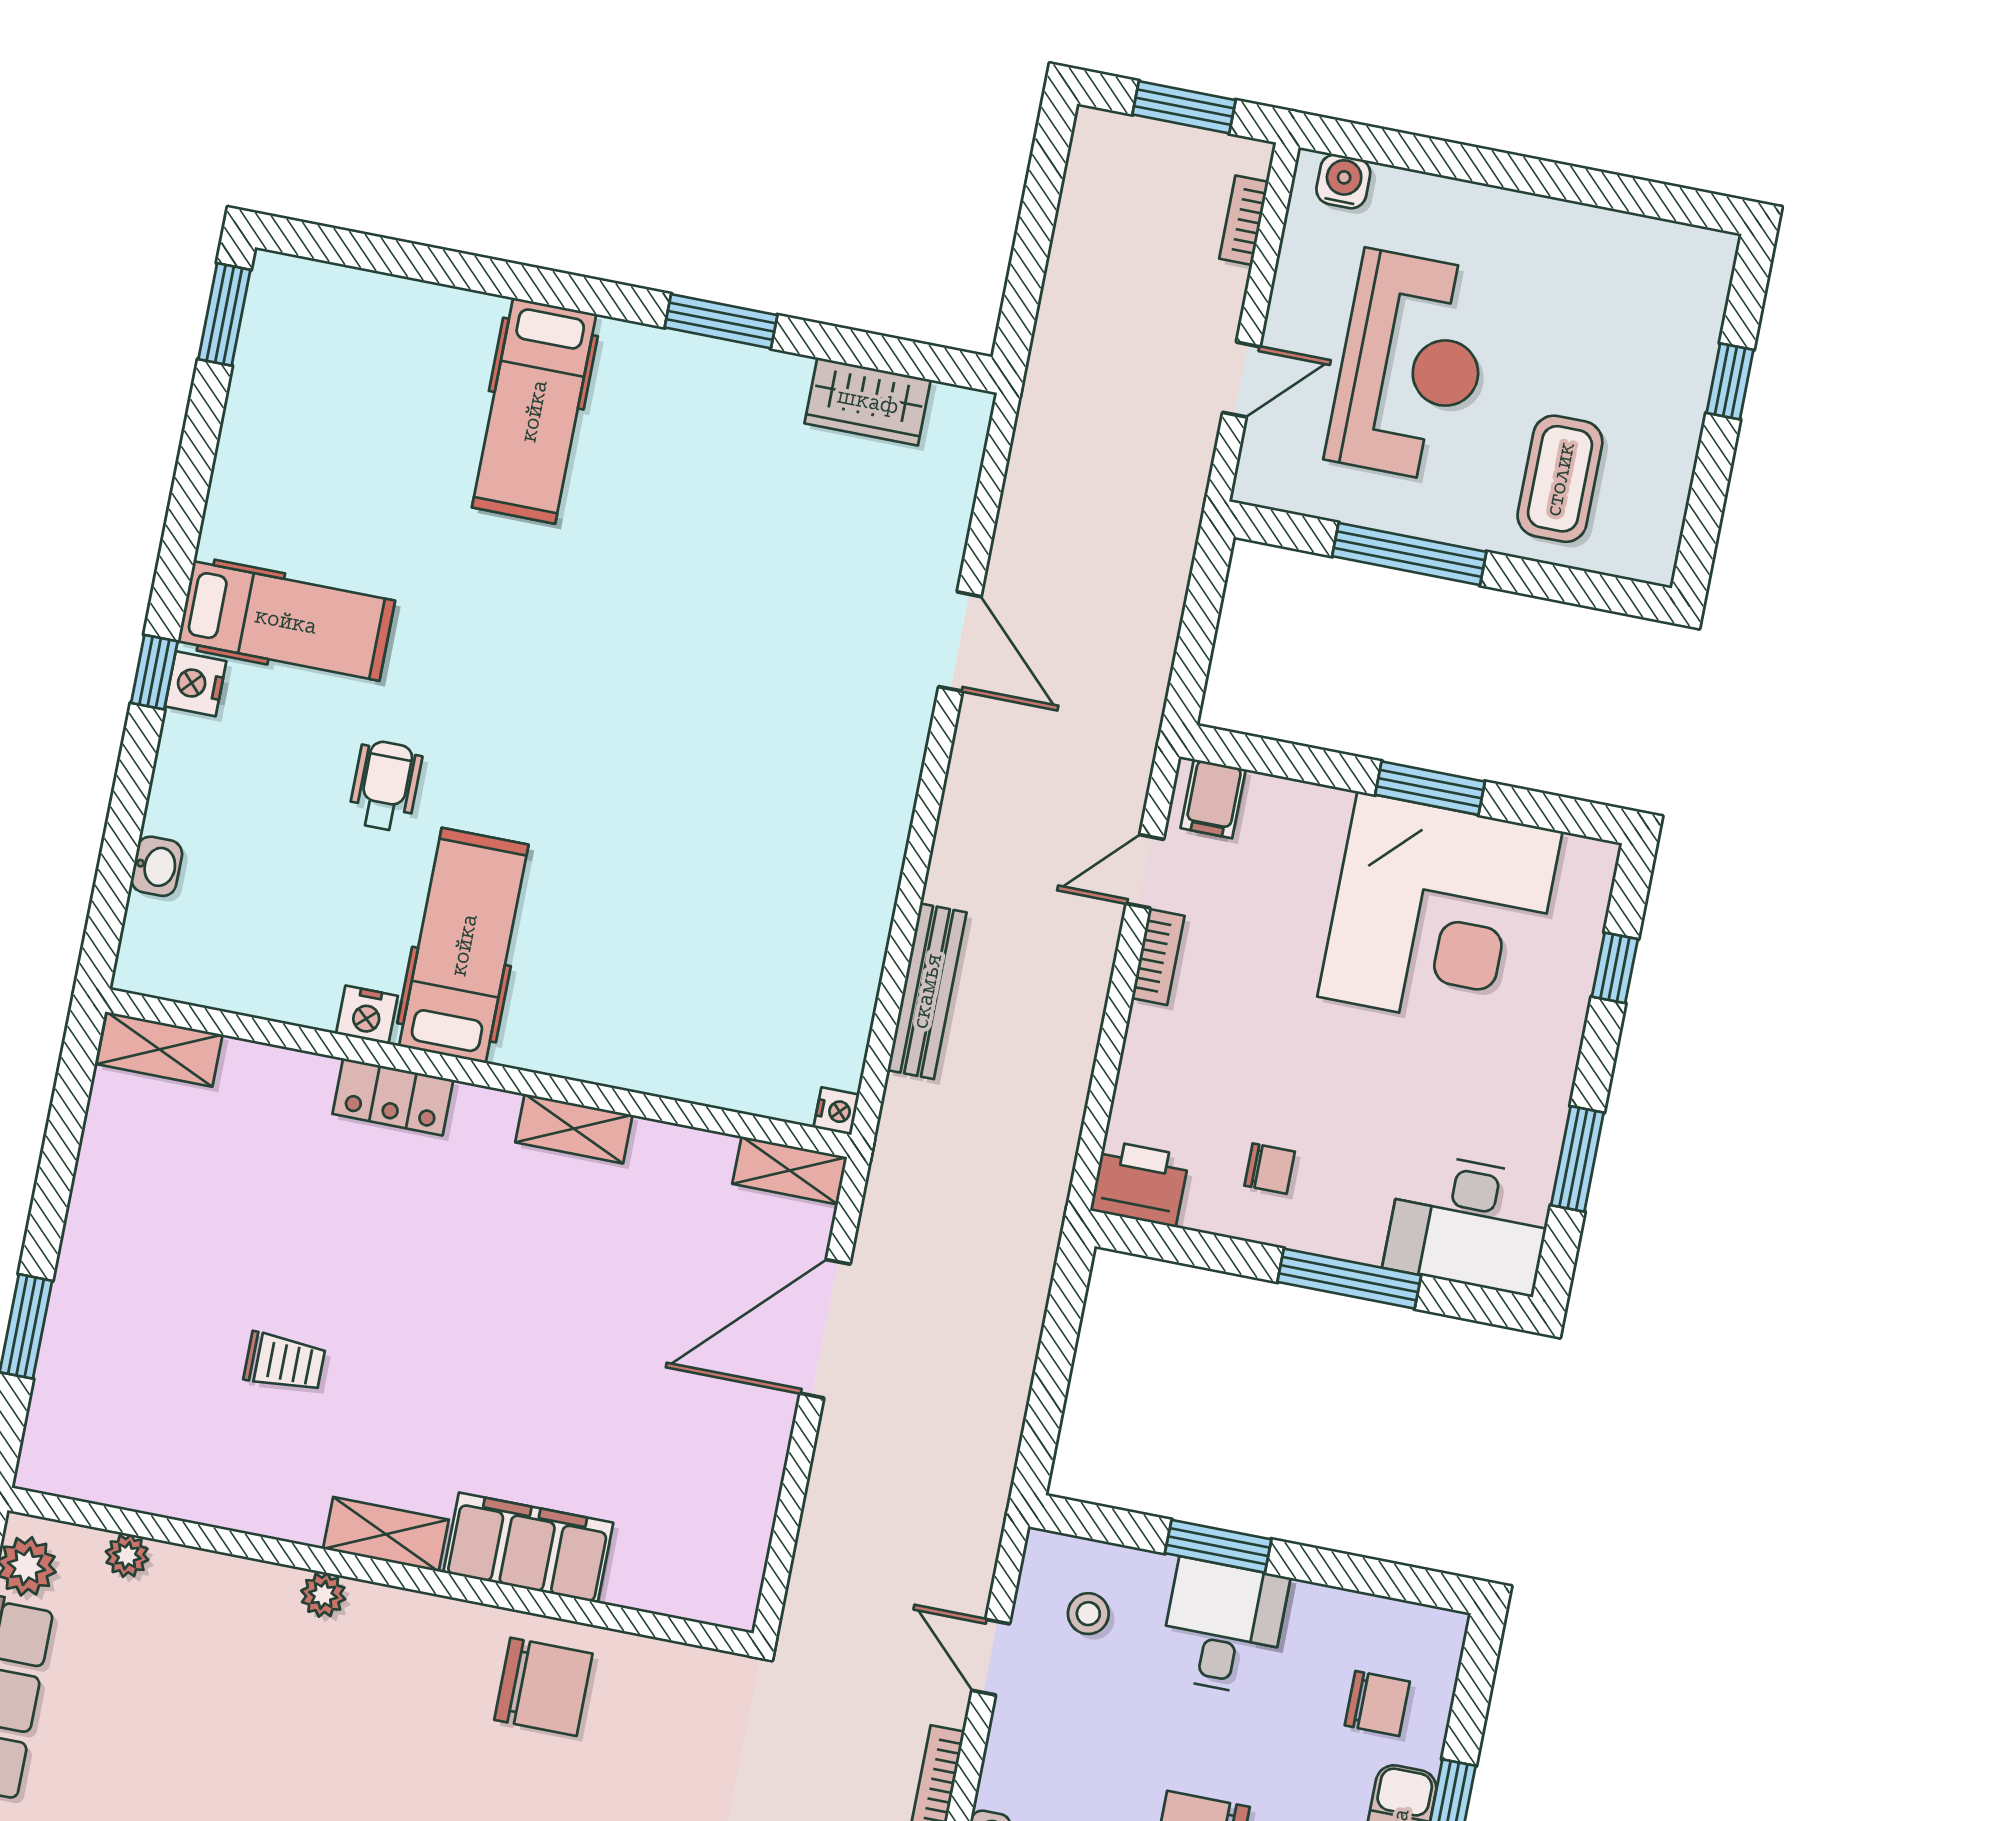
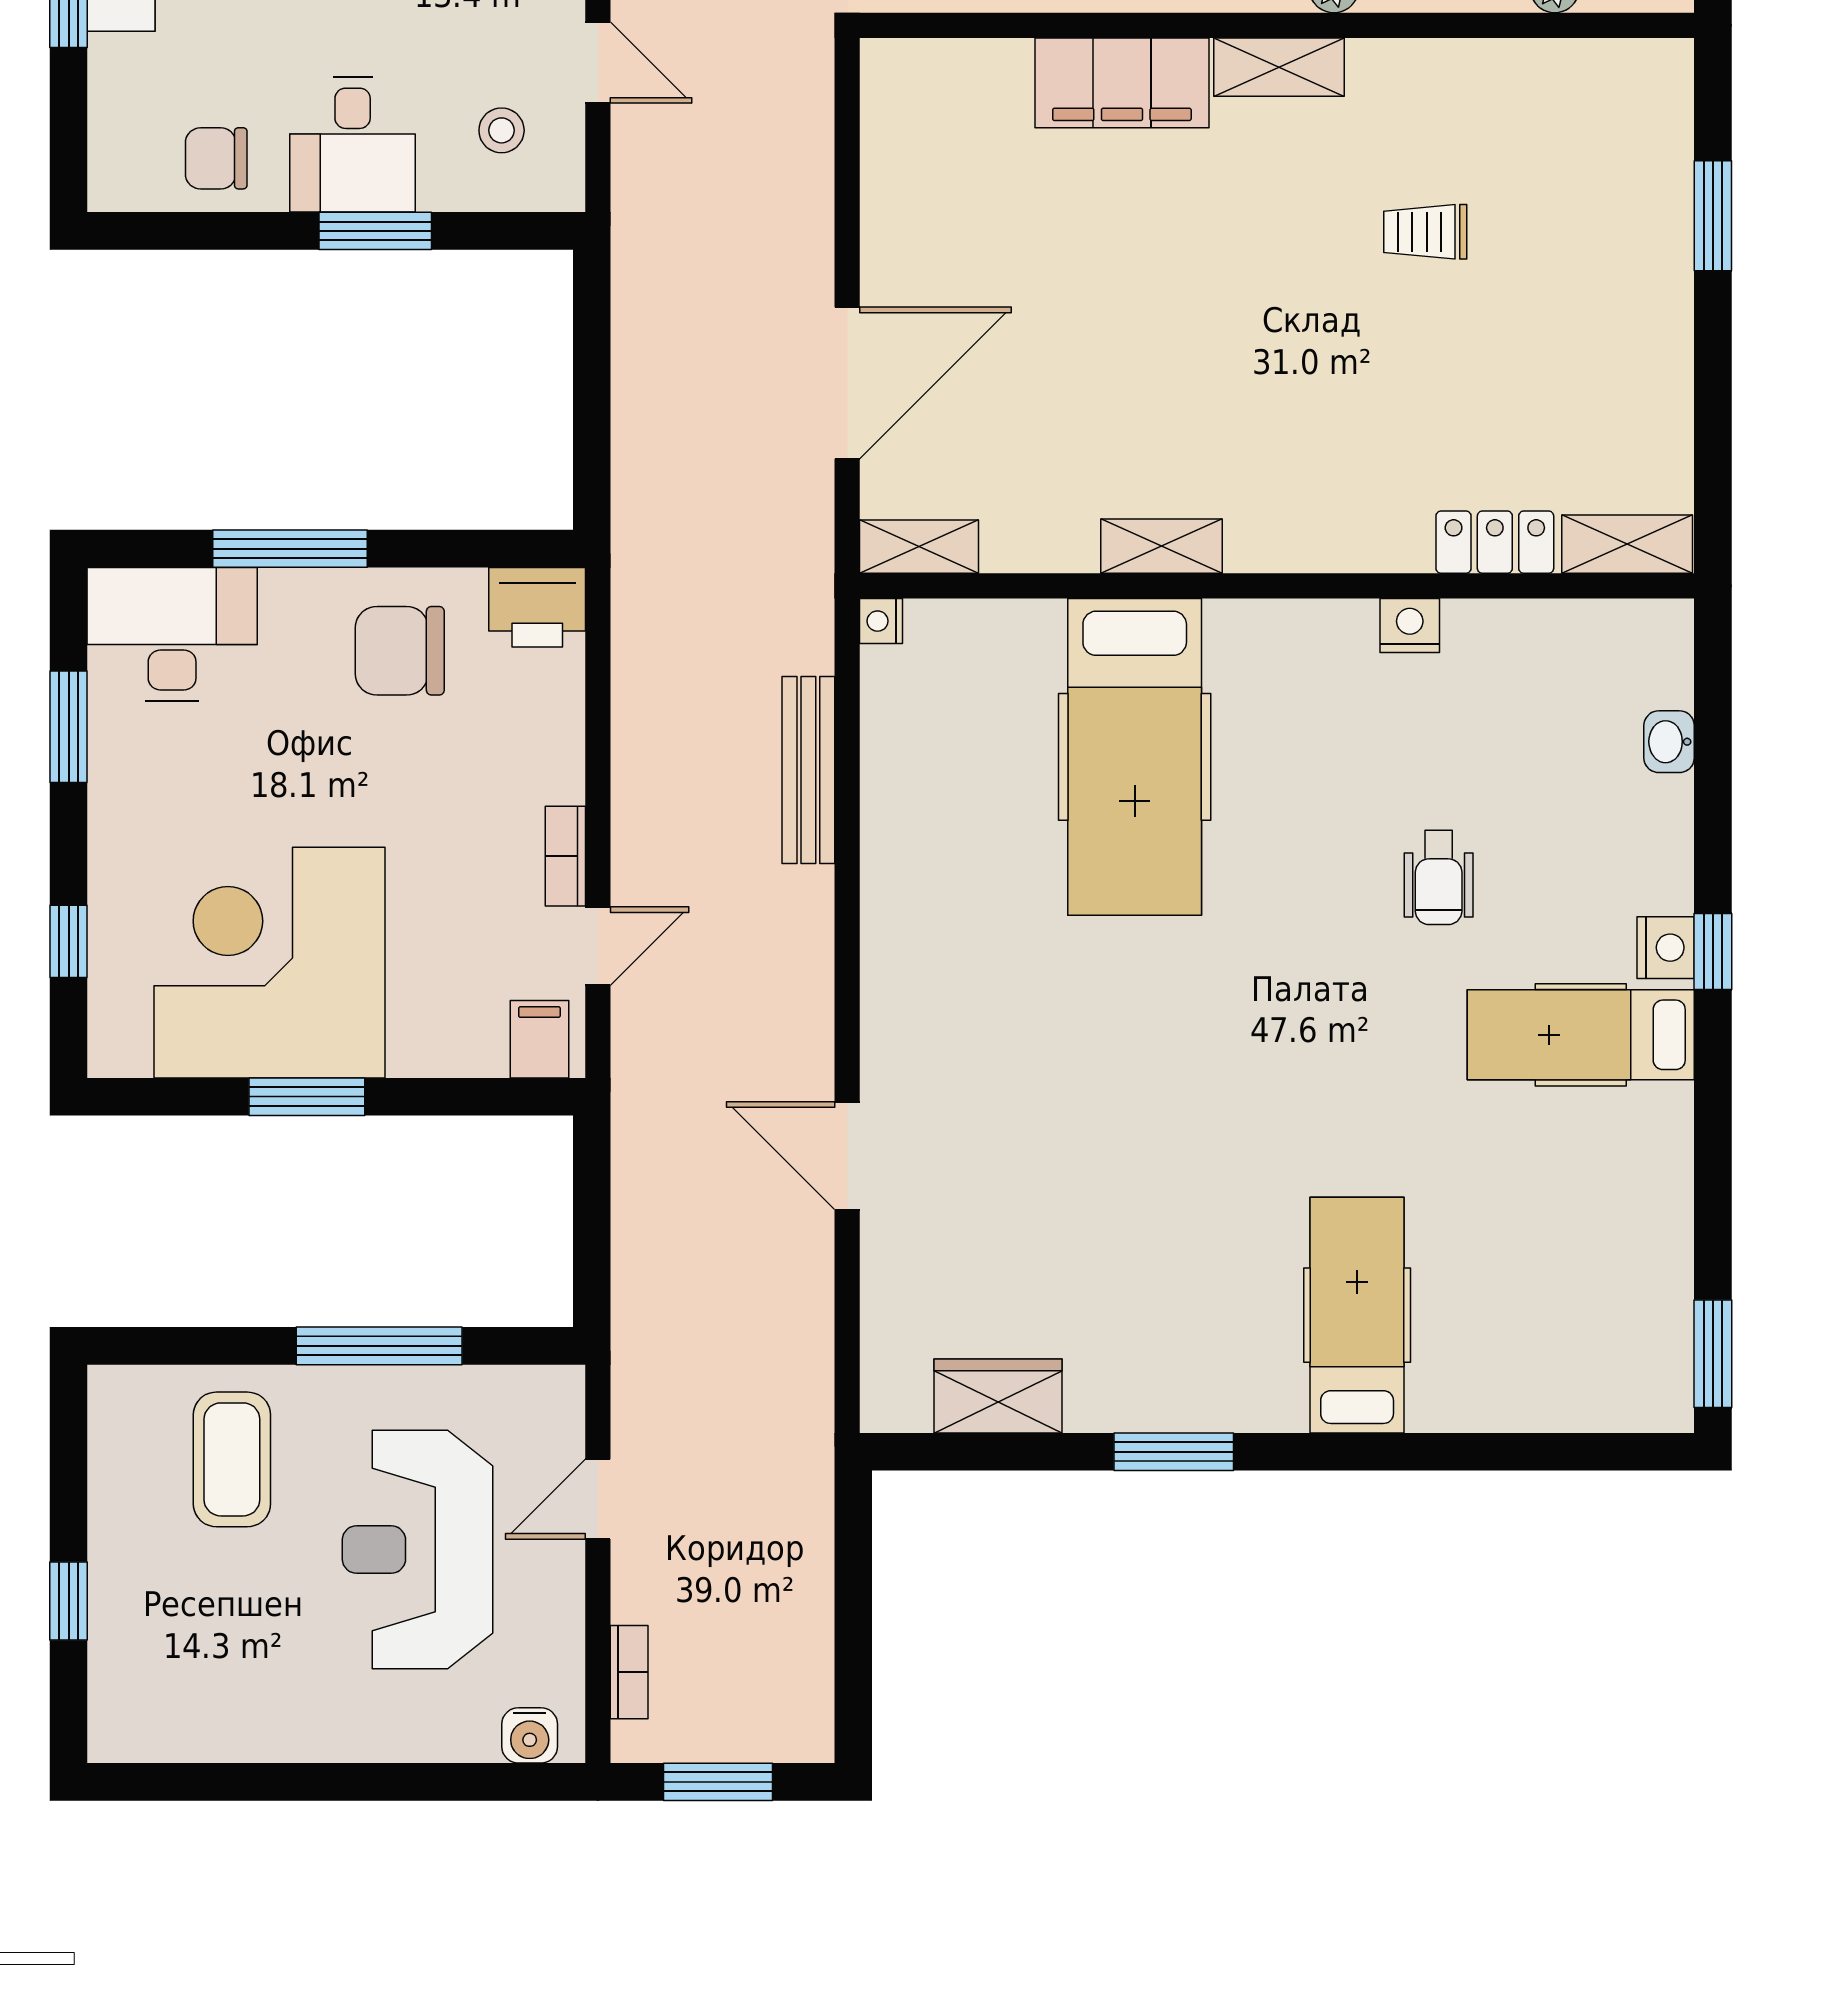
hospital bed: (464, 945) -> (1135, 757), moved, width x1.37, depth x1.29
locker: (393, 1097) -> (1495, 542), moved
chair: (1270, 1169) -> (400, 651), width x1.87, depth x1.87
chair: (1377, 1704) -> (216, 158), moved

